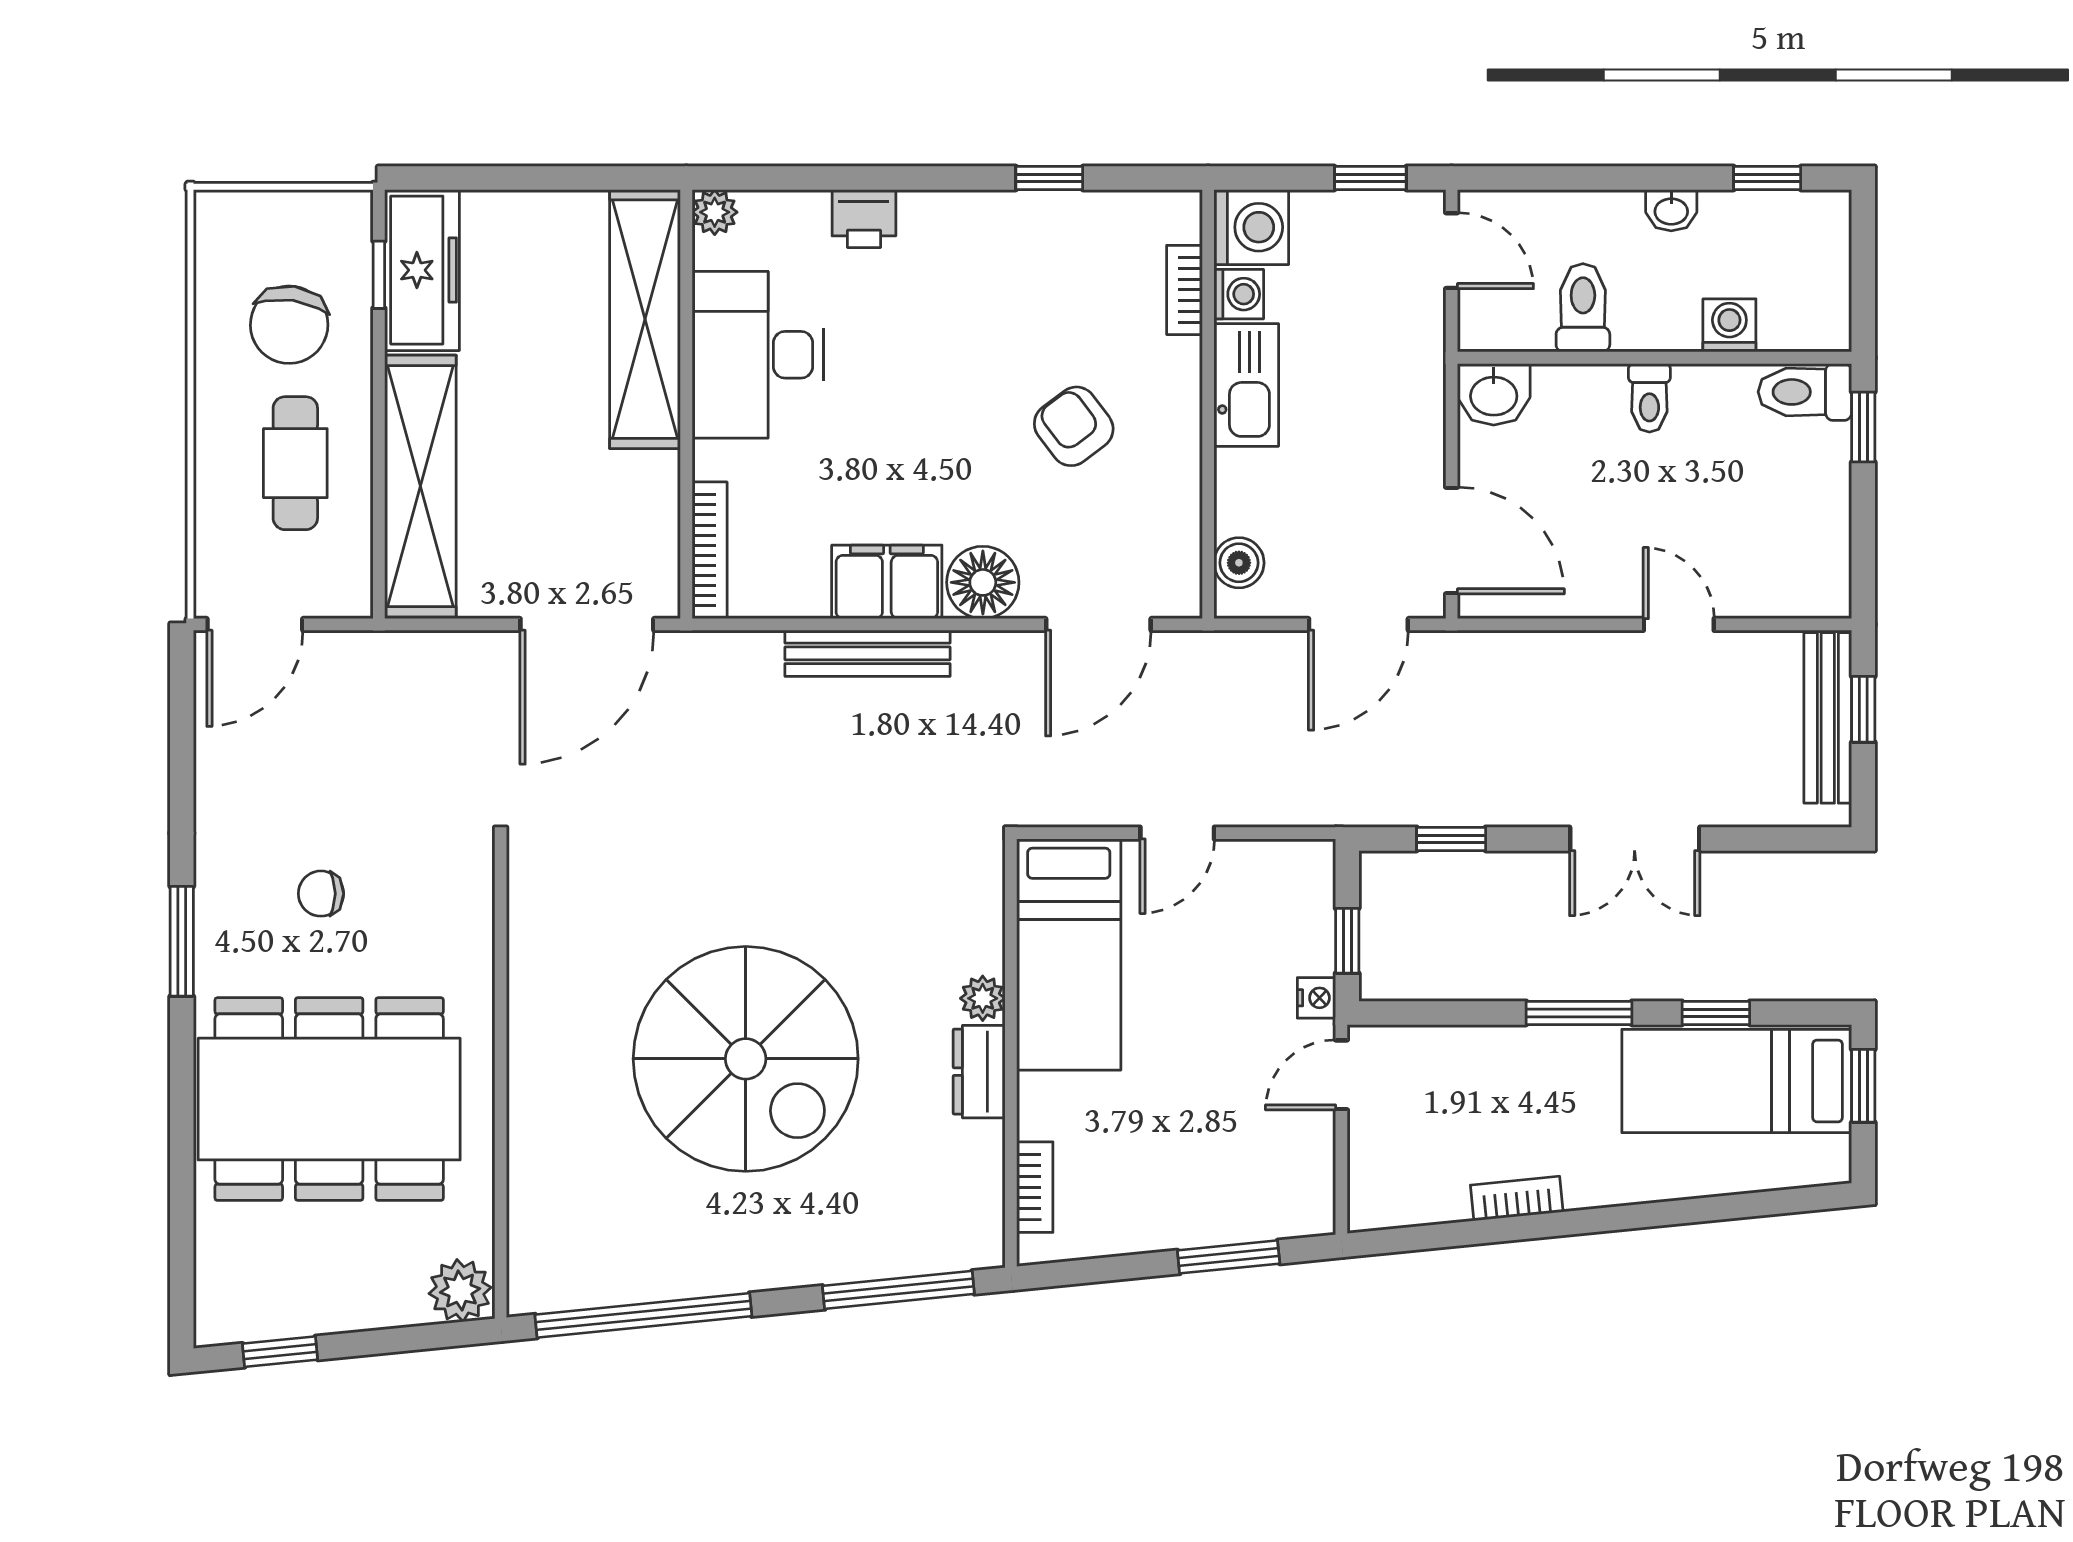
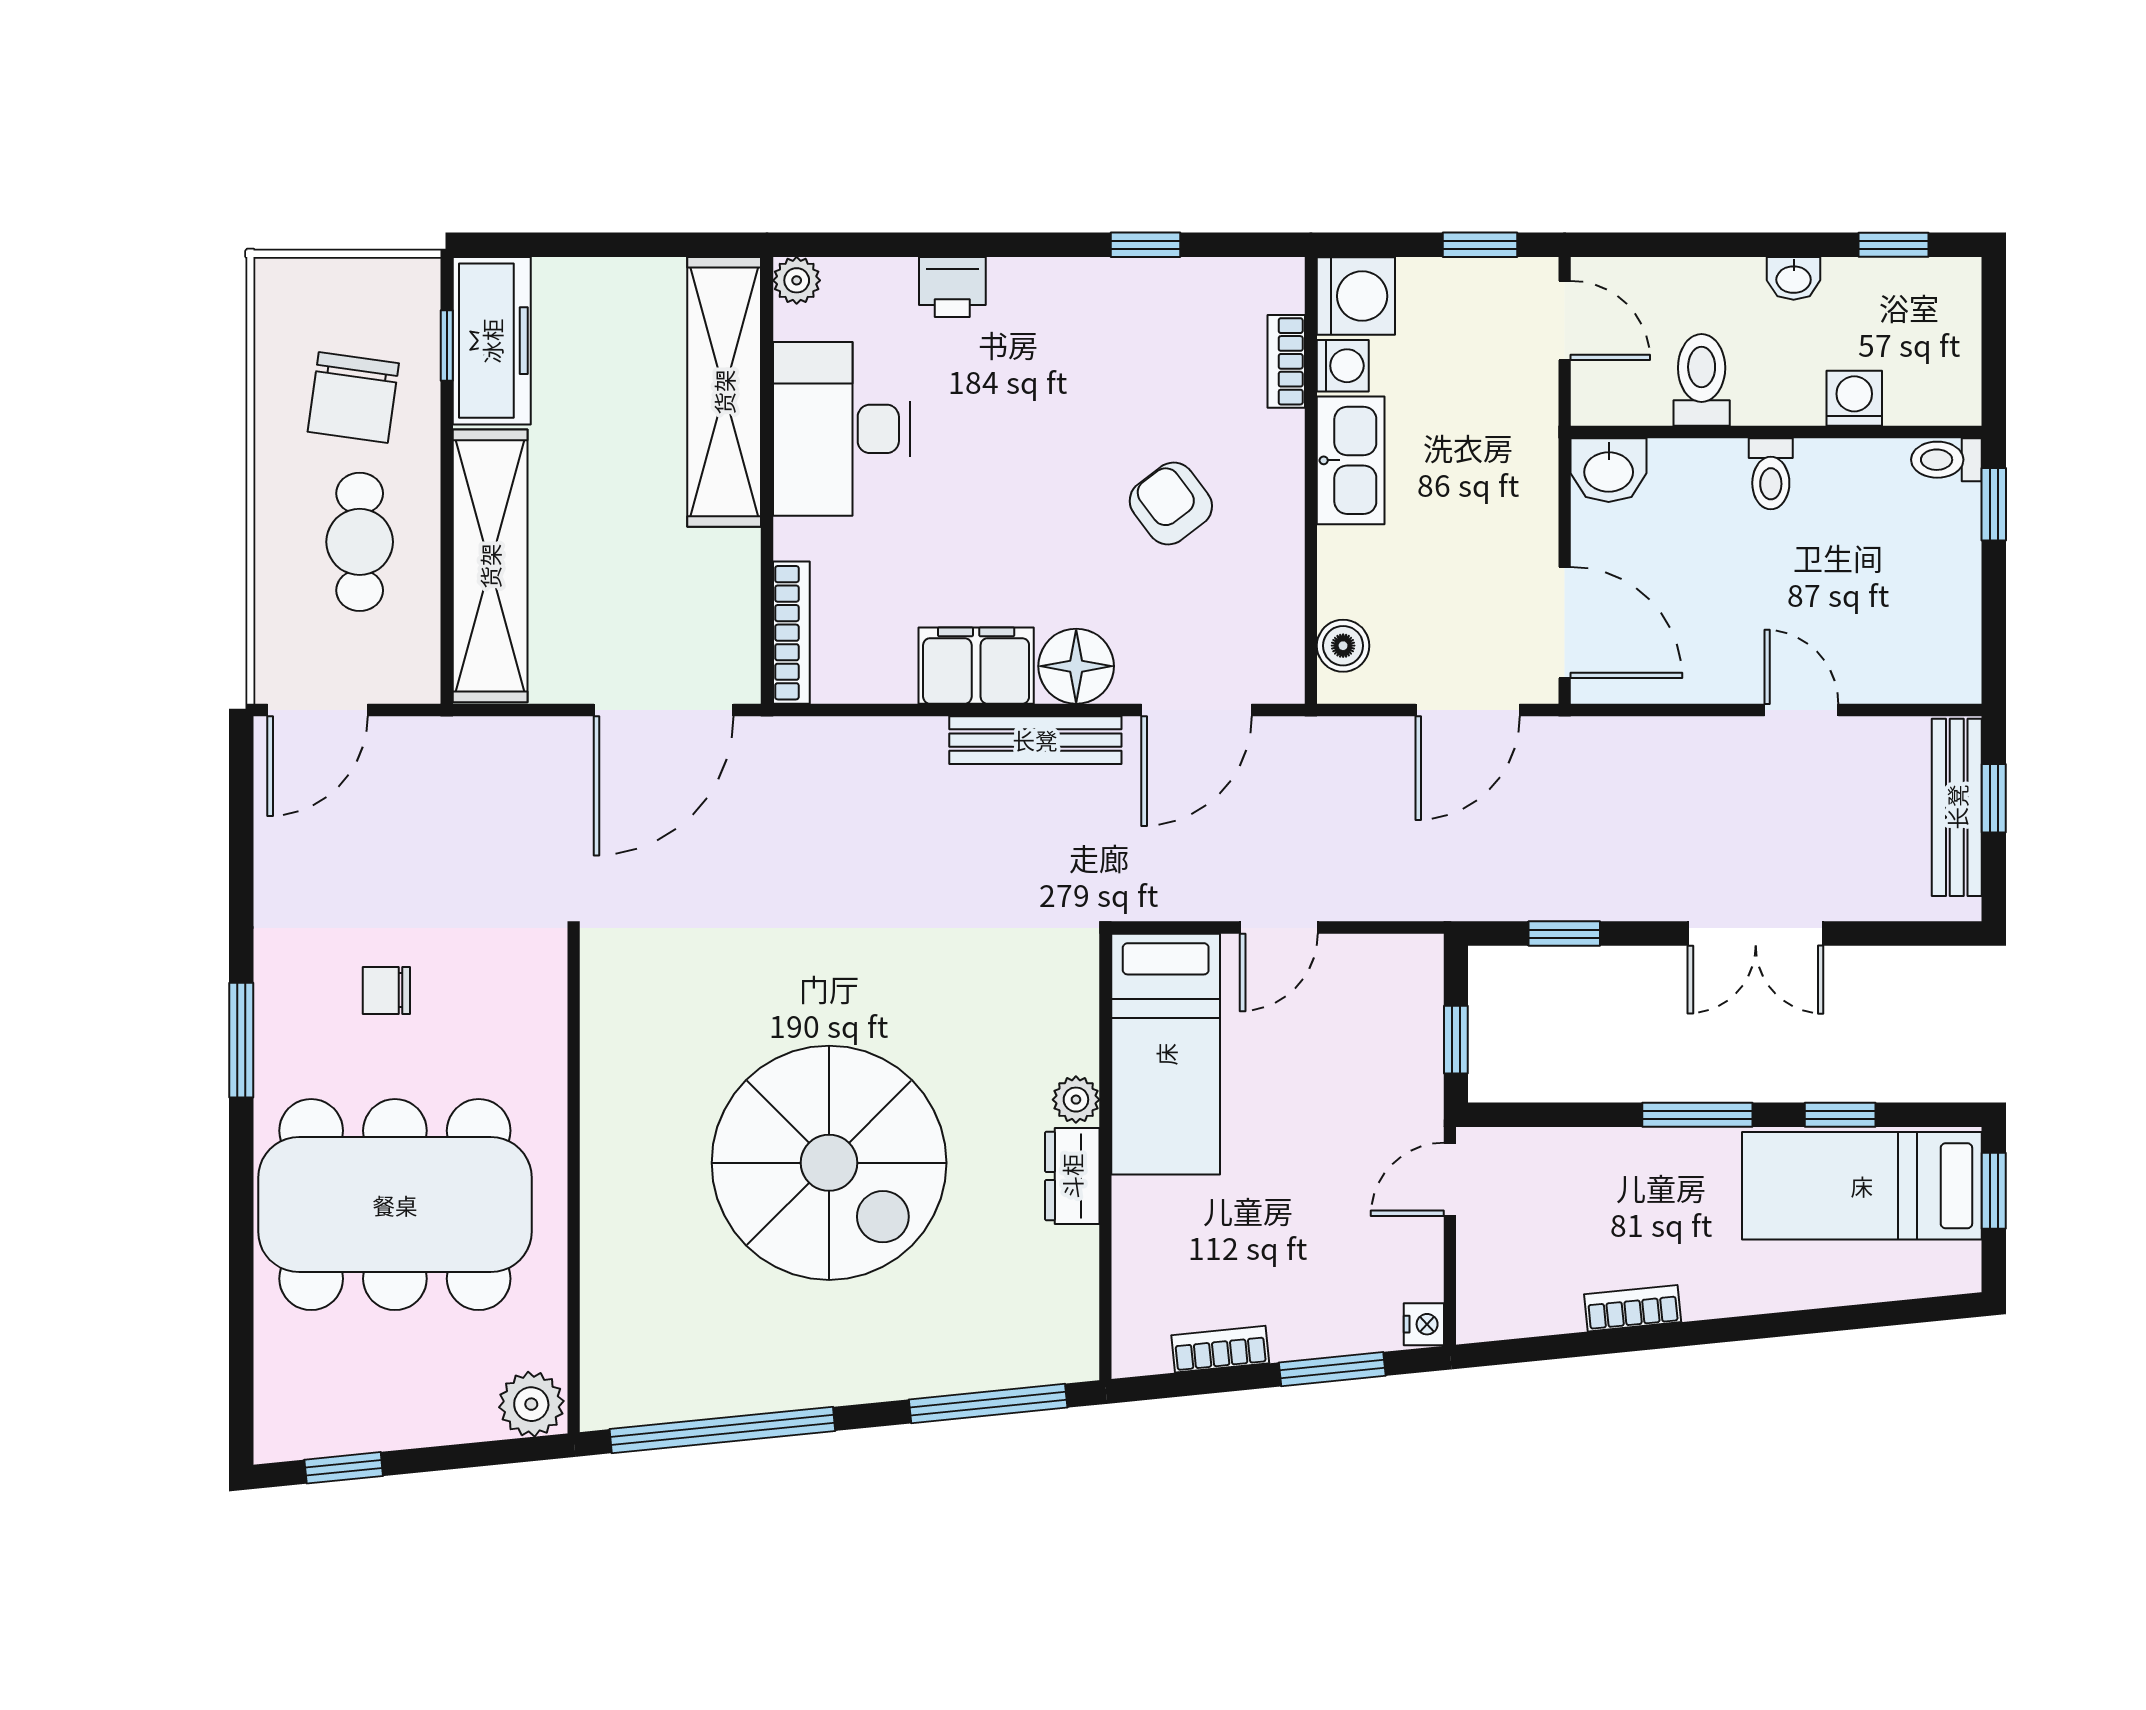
toilet: (1805, 392) -> (1946, 460), width x0.73, depth x0.72
bench: (867, 653) -> (1035, 740), moved
nightstand: (1316, 998) -> (1424, 1324), moved
bookcase: (1035, 1187) -> (1220, 1349), moved, turned -96

